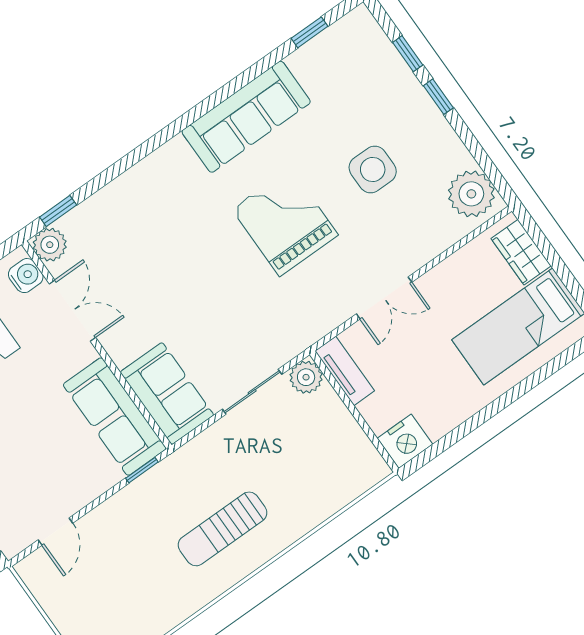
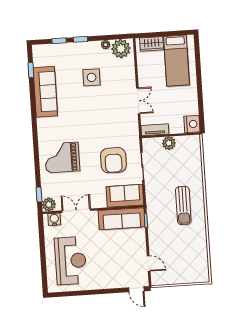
sofa: (246, 117) -> (45, 92), moved
plant: (460, 157) -> (106, 45), added
grand piano: (285, 222) -> (62, 157), moved
armchair: (227, 323) -> (113, 160), added
plant: (306, 377) -> (169, 143), moved

